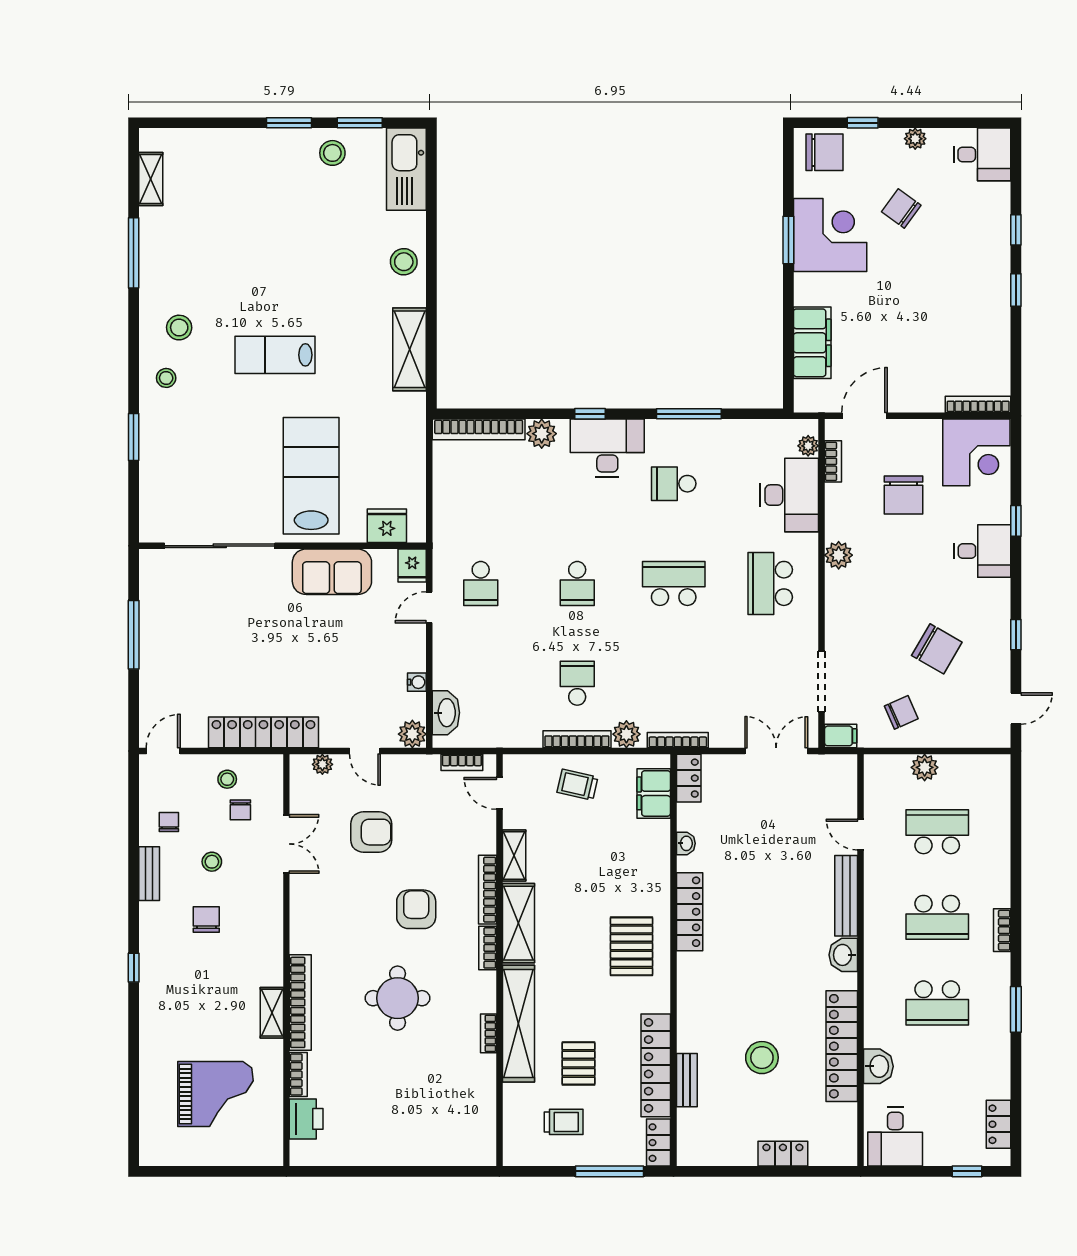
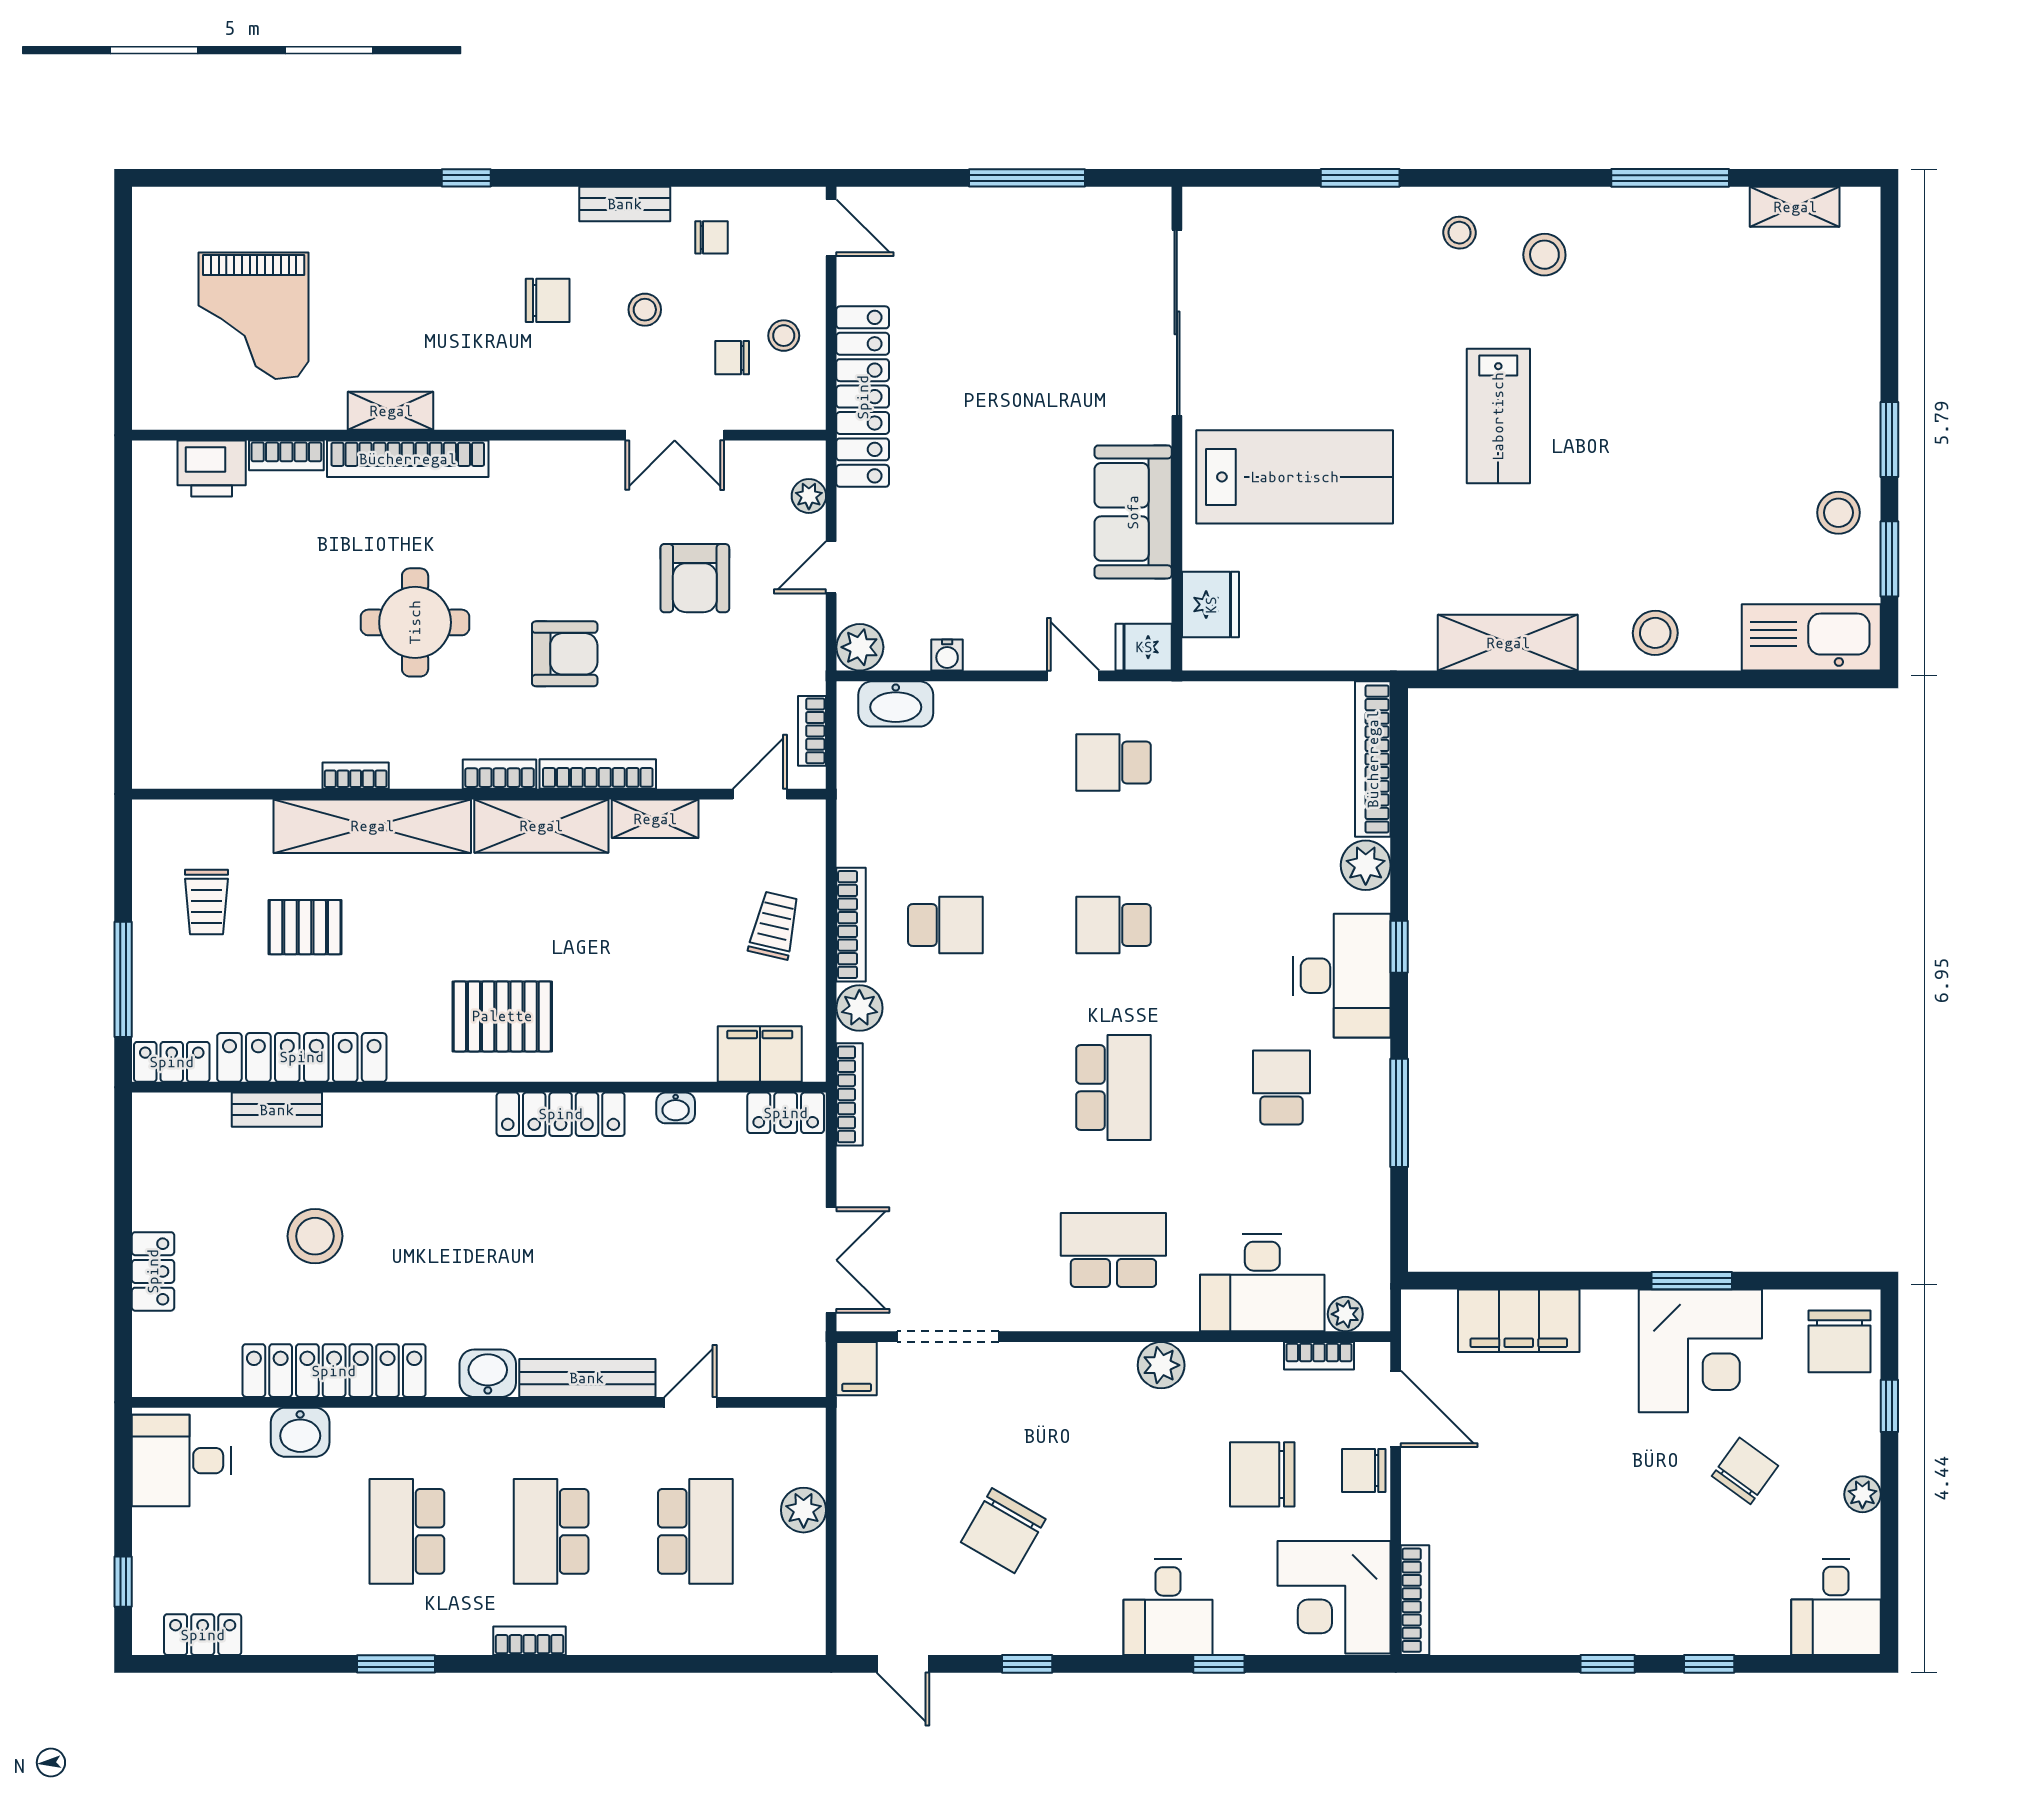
lab bench: (275, 355) -> (1498, 416), turned 180
chair: (901, 712) -> (1364, 1471), moved, turned 114

